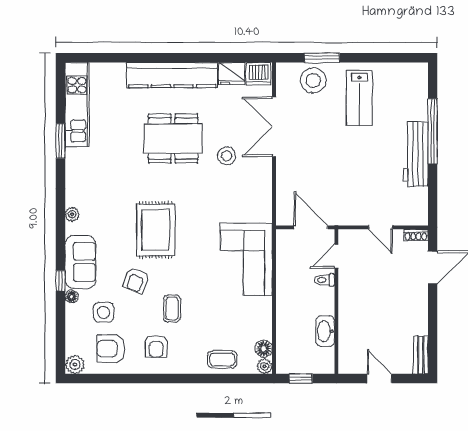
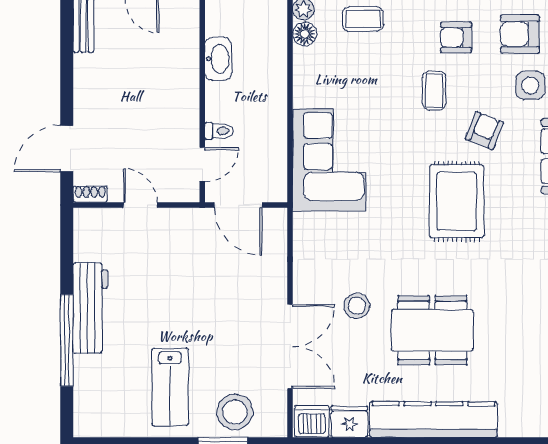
lab bench: (359, 98) -> (170, 387), turned 180
armchair: (156, 346) -> (456, 37), turned -90
armchair: (111, 349) -> (520, 34), turned 180

